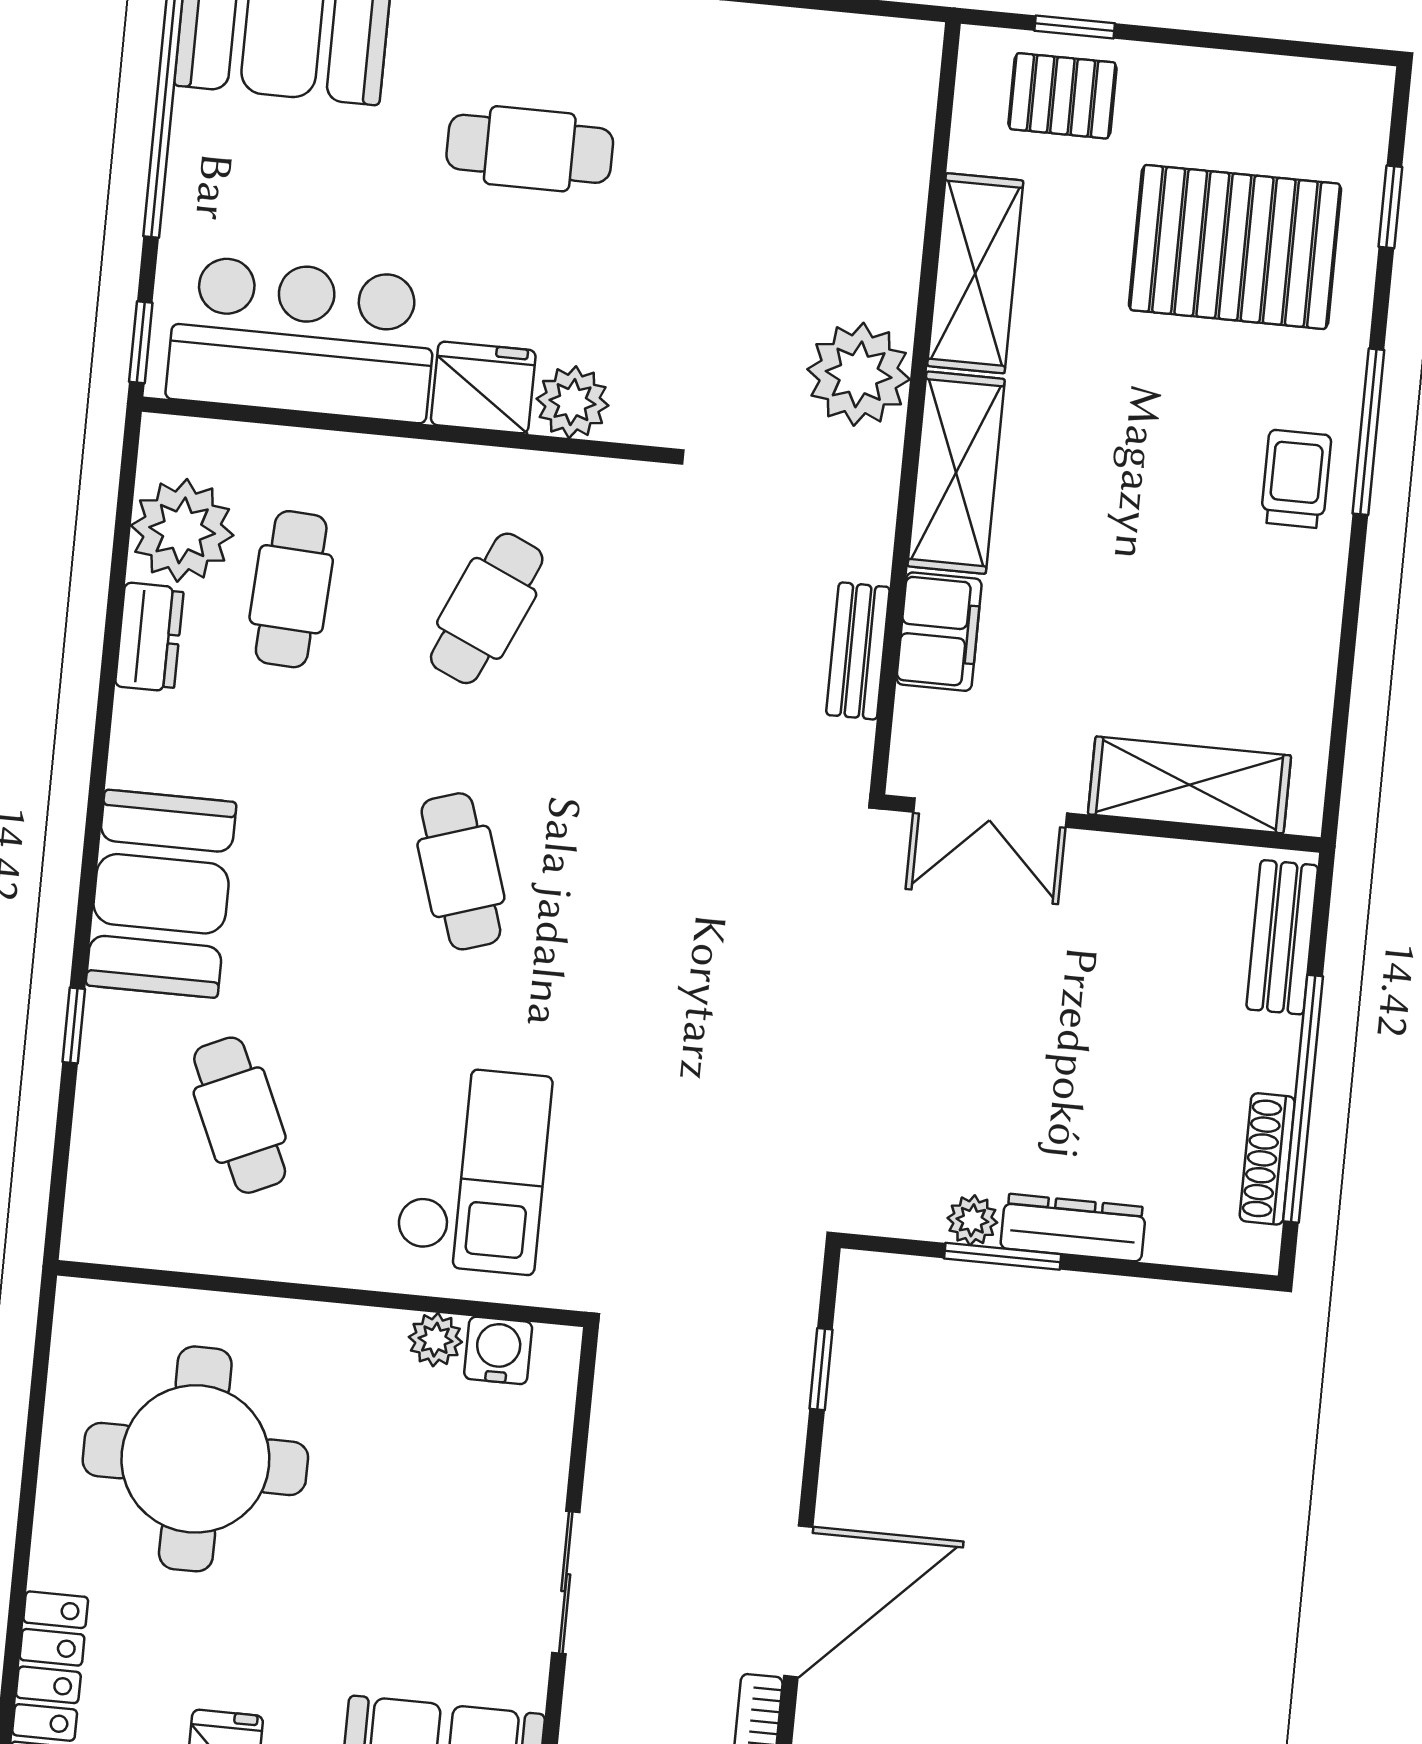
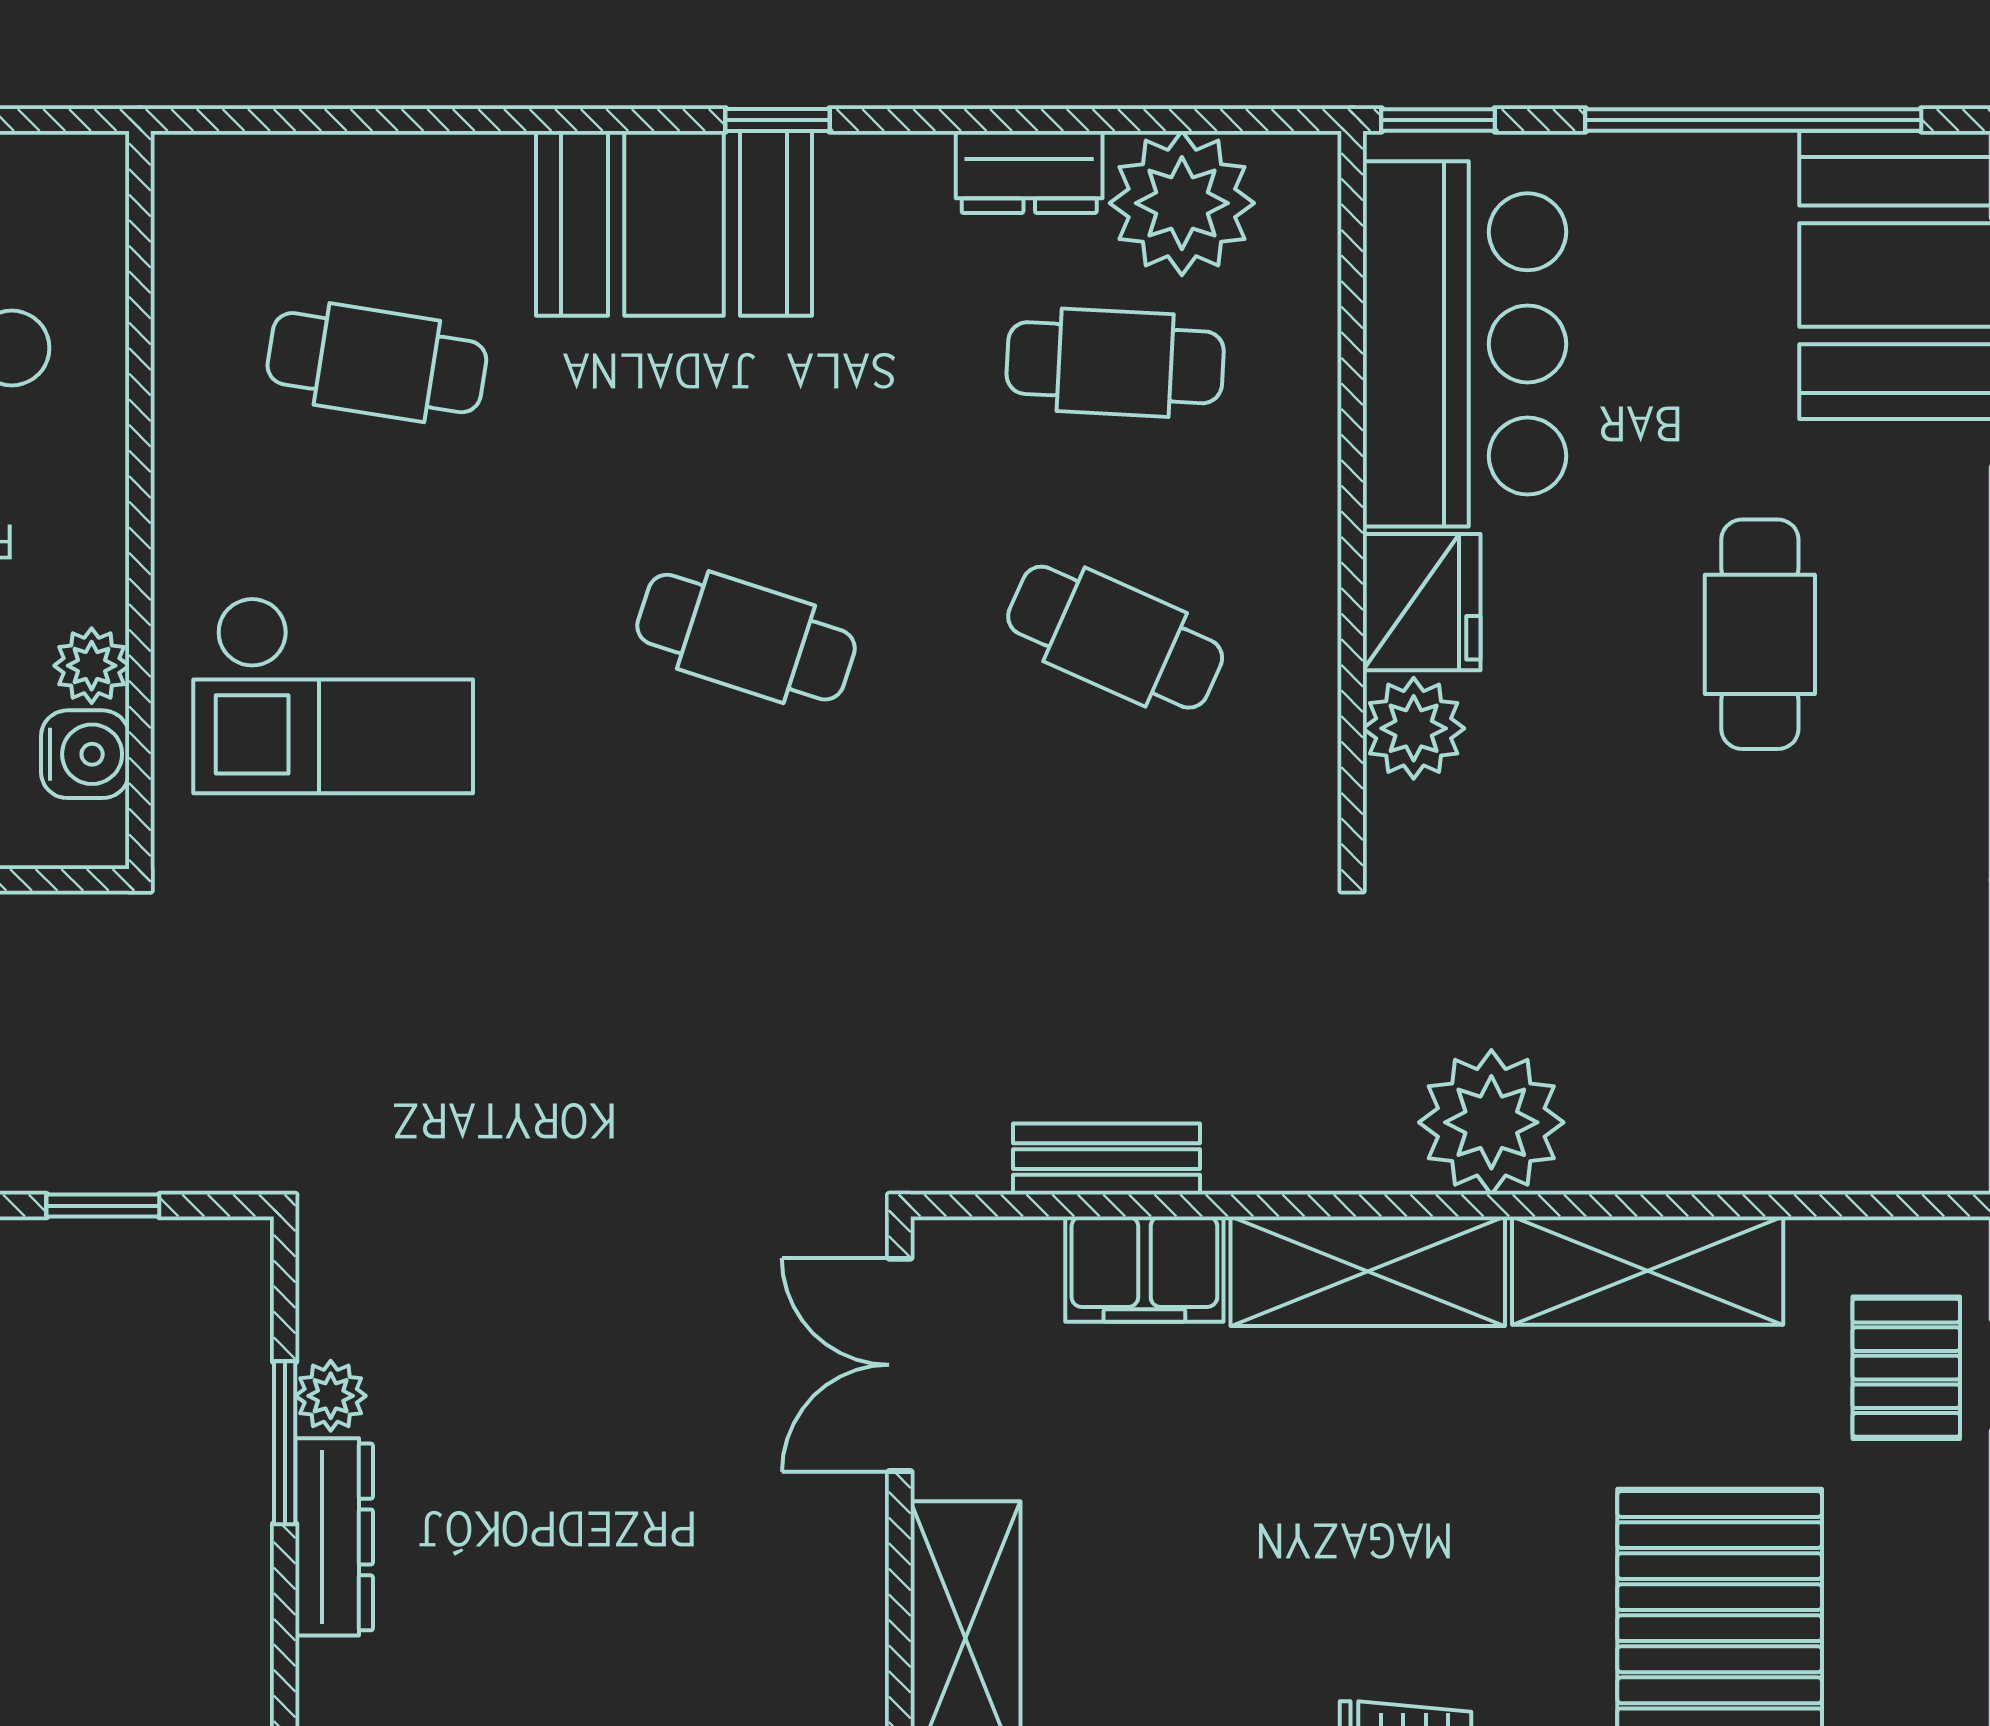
cafe table: (461, 871) -> (746, 637), turned 36
window: (74, 1025) -> (777, 120), moved
cafe table: (240, 1115) -> (377, 363), turned 33

